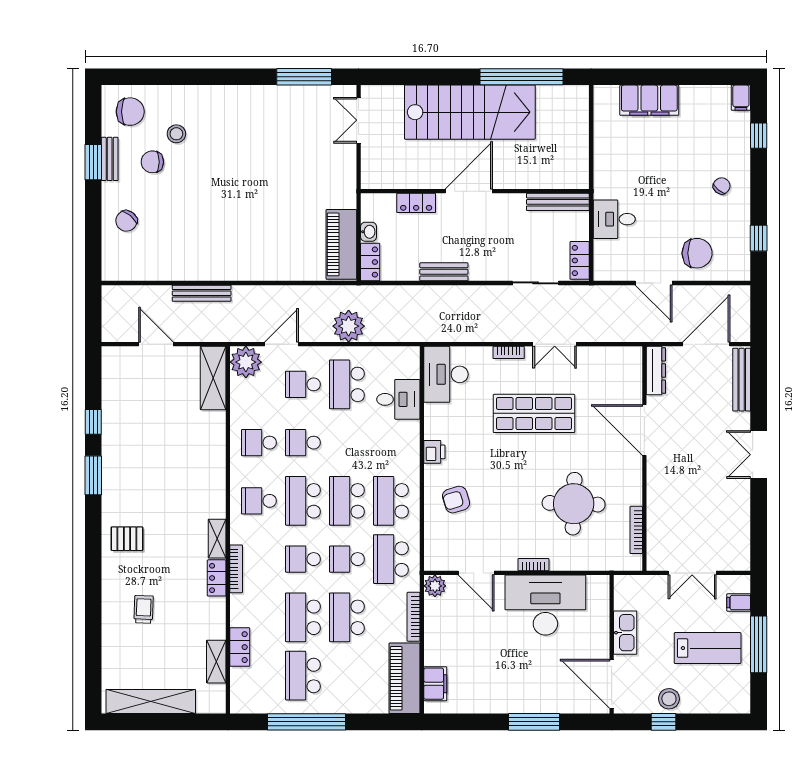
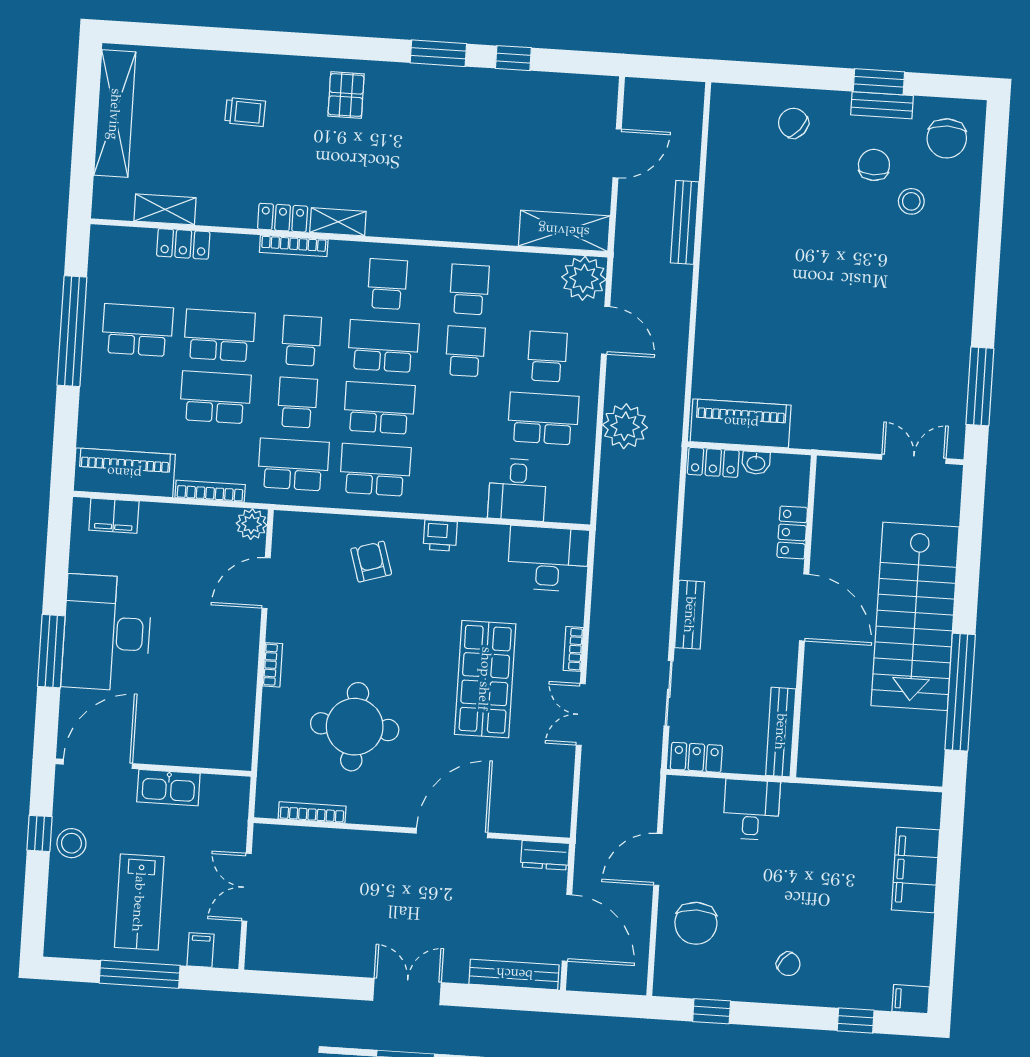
bench: (444, 272) -> (690, 615), moved
dresser: (656, 371) -> (545, 855), width x0.70
desk: (545, 605) -> (107, 633), moved, turned 180

